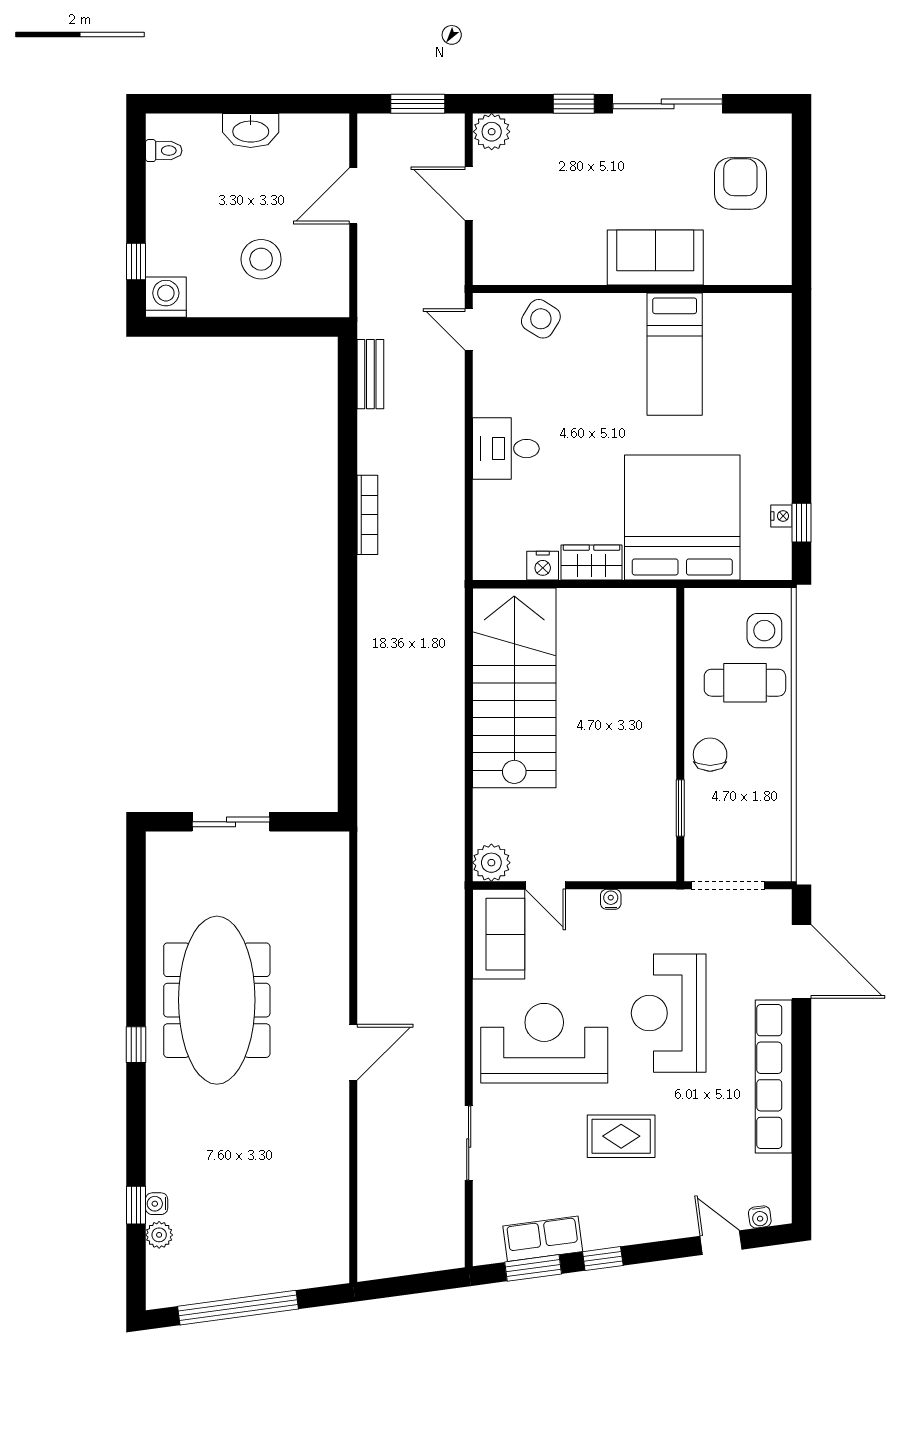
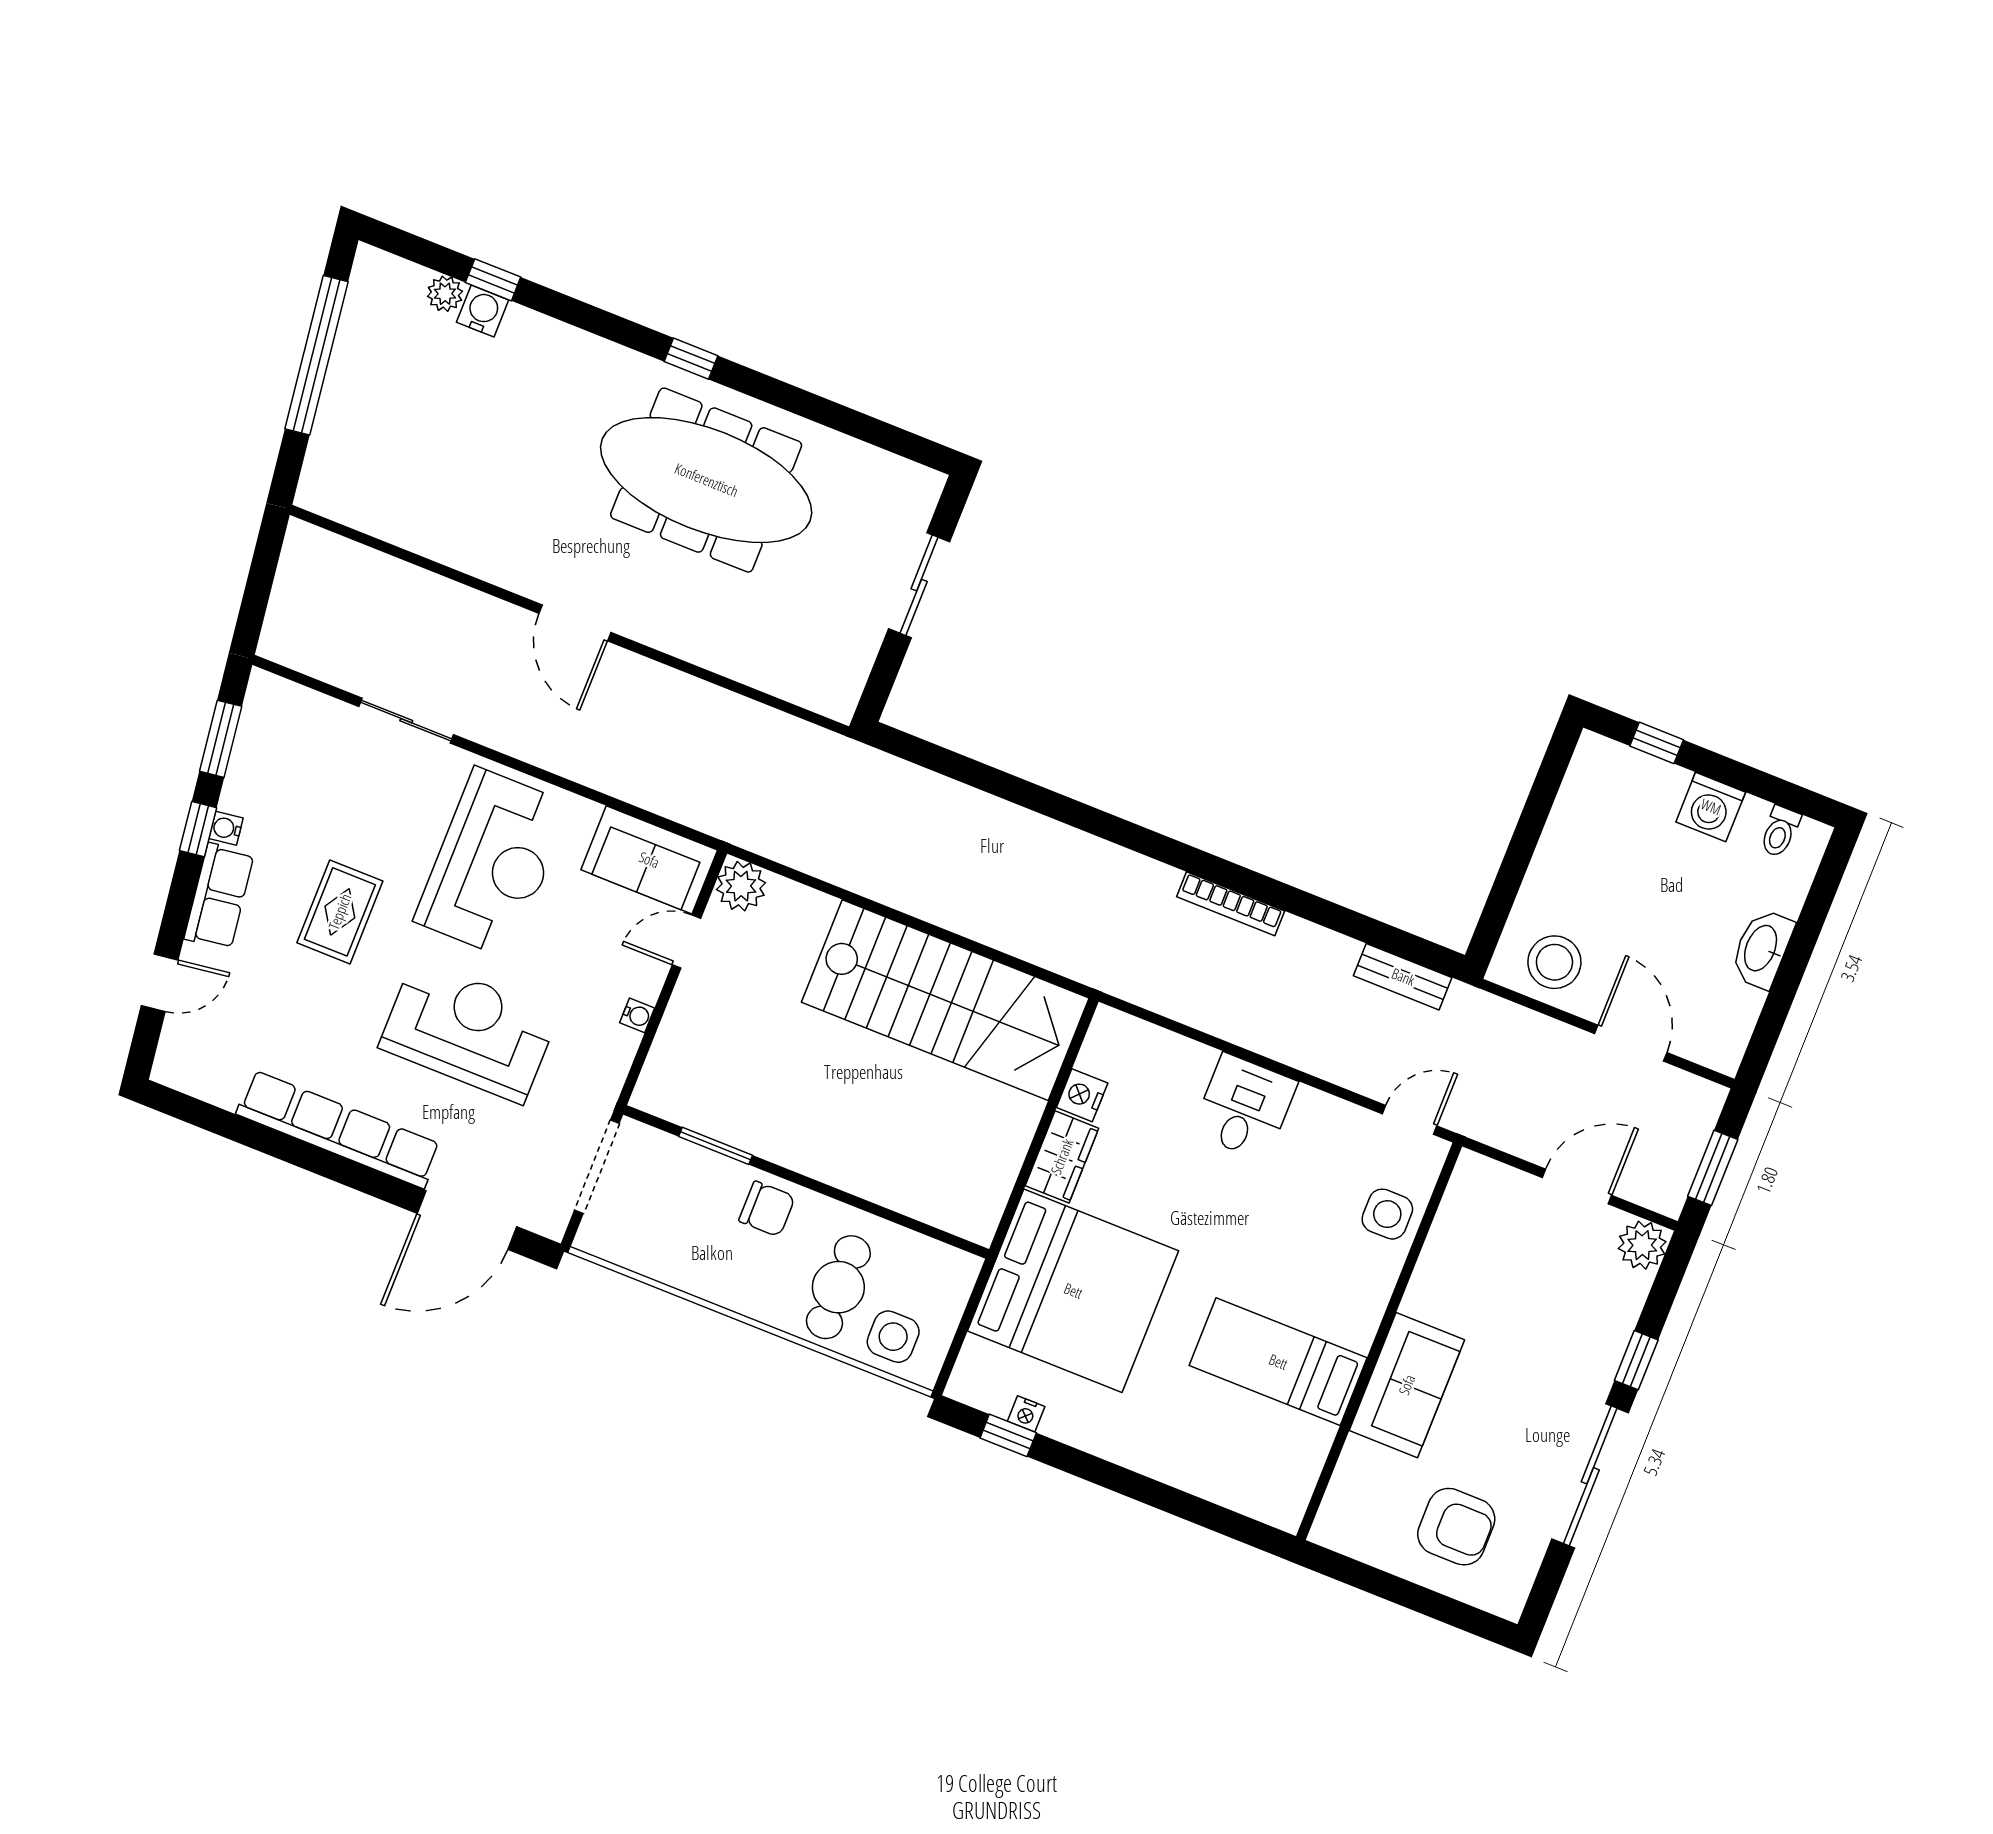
stool: (261, 259) -> (1554, 962), moved
washing machine: (166, 297) -> (1711, 807), moved, turned 90
side table: (541, 319) -> (1387, 1214), turned -32
water cooler: (157, 1204) -> (483, 311), width x1.38, depth x1.38
water cooler: (760, 1217) -> (226, 828), moved
row of seats: (543, 1239) -> (219, 896), moved

